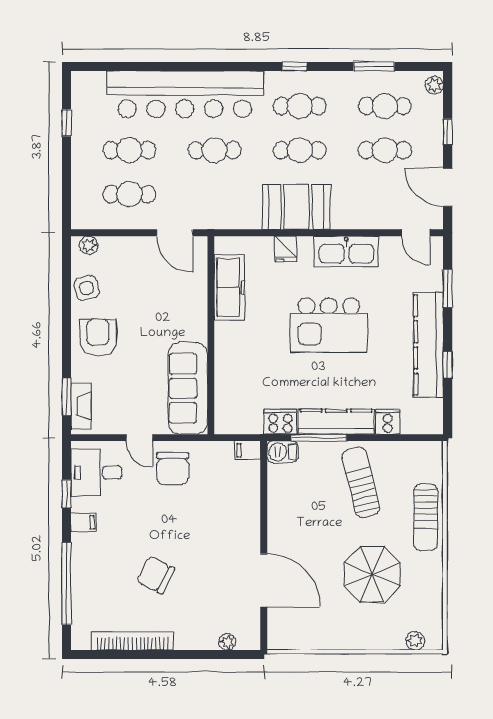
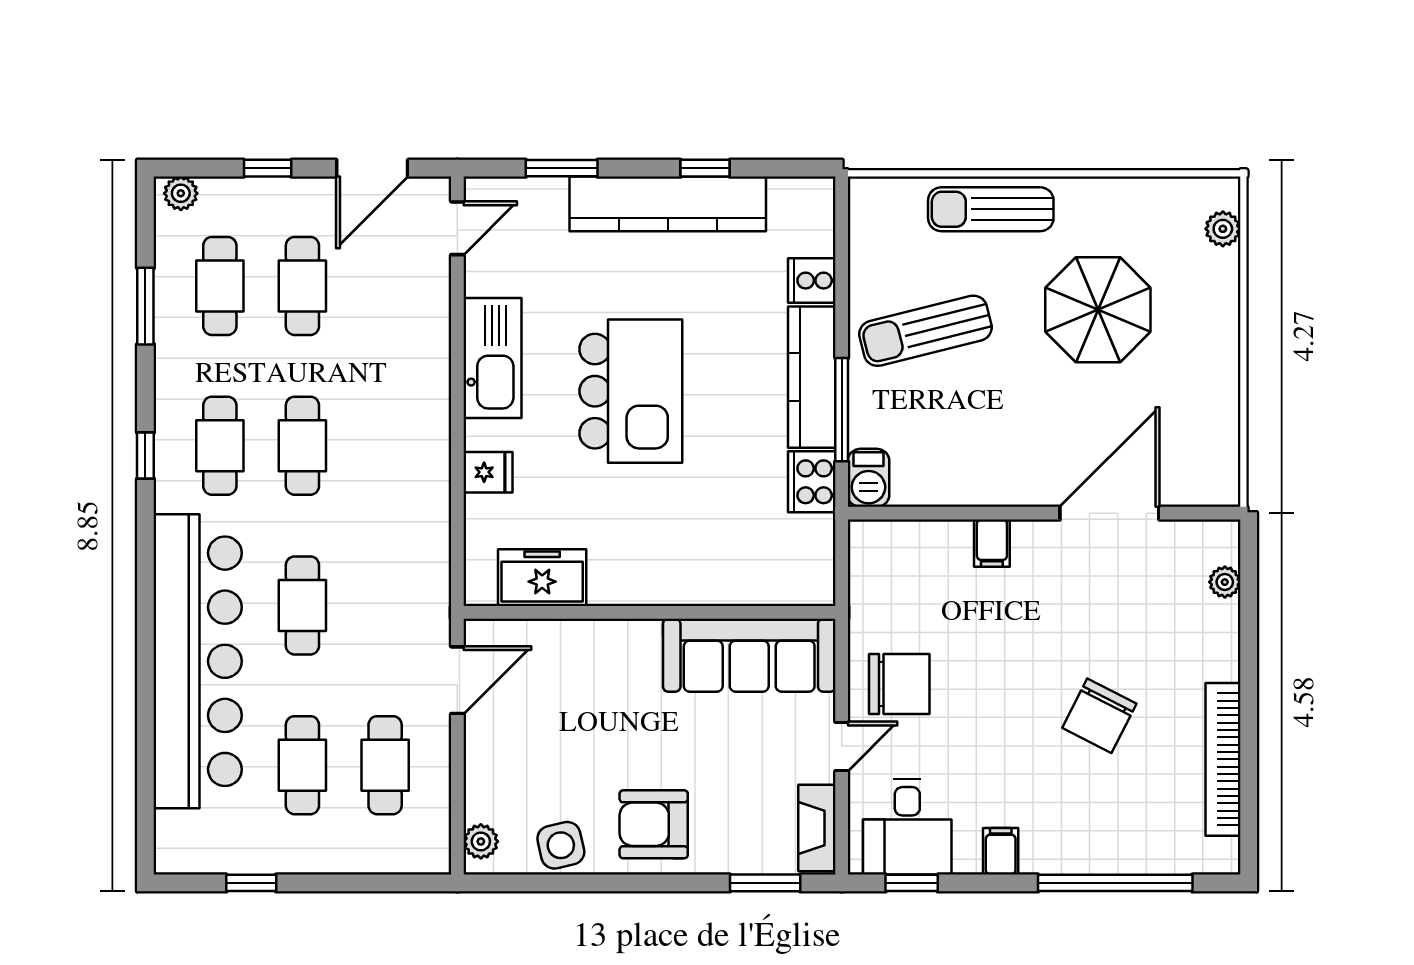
booth: (297, 207) -> (409, 452), removed
freezer: (229, 287) -> (542, 578), width x0.71
fireplace: (81, 406) -> (817, 828), moved, turned -90
filing cabinet: (248, 450) -> (992, 543), moved
window: (67, 494) -> (912, 883), moved
sun lounger: (426, 517) -> (991, 209), turned 180

